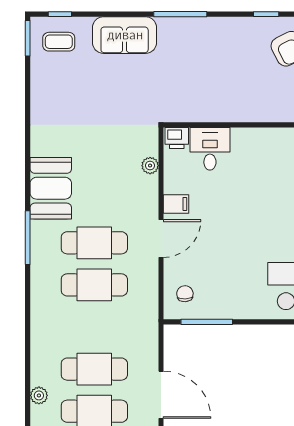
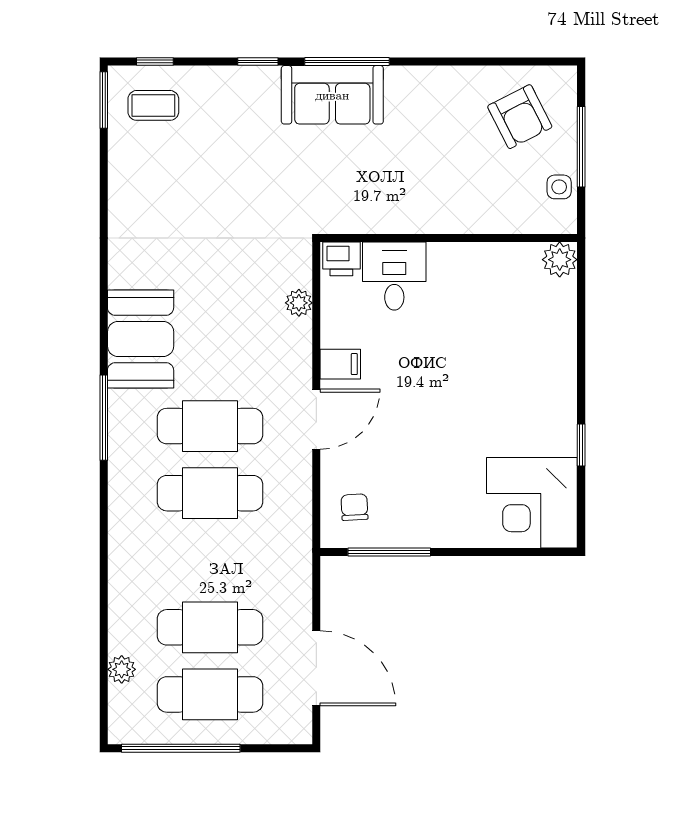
window: (266, 14) -> (258, 61), moved
sofa: (125, 35) -> (332, 95), moved

